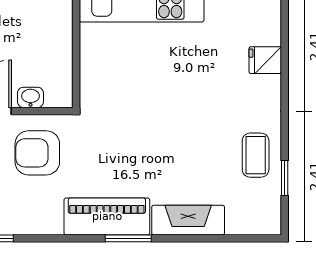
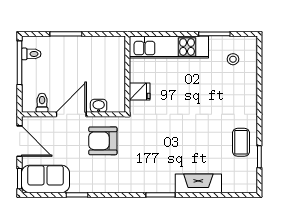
stool: (243, 24) -> (233, 59), added
fridge: (265, 60) -> (140, 91), moved, turned 180
piano: (107, 216) -> (147, 181), removed

